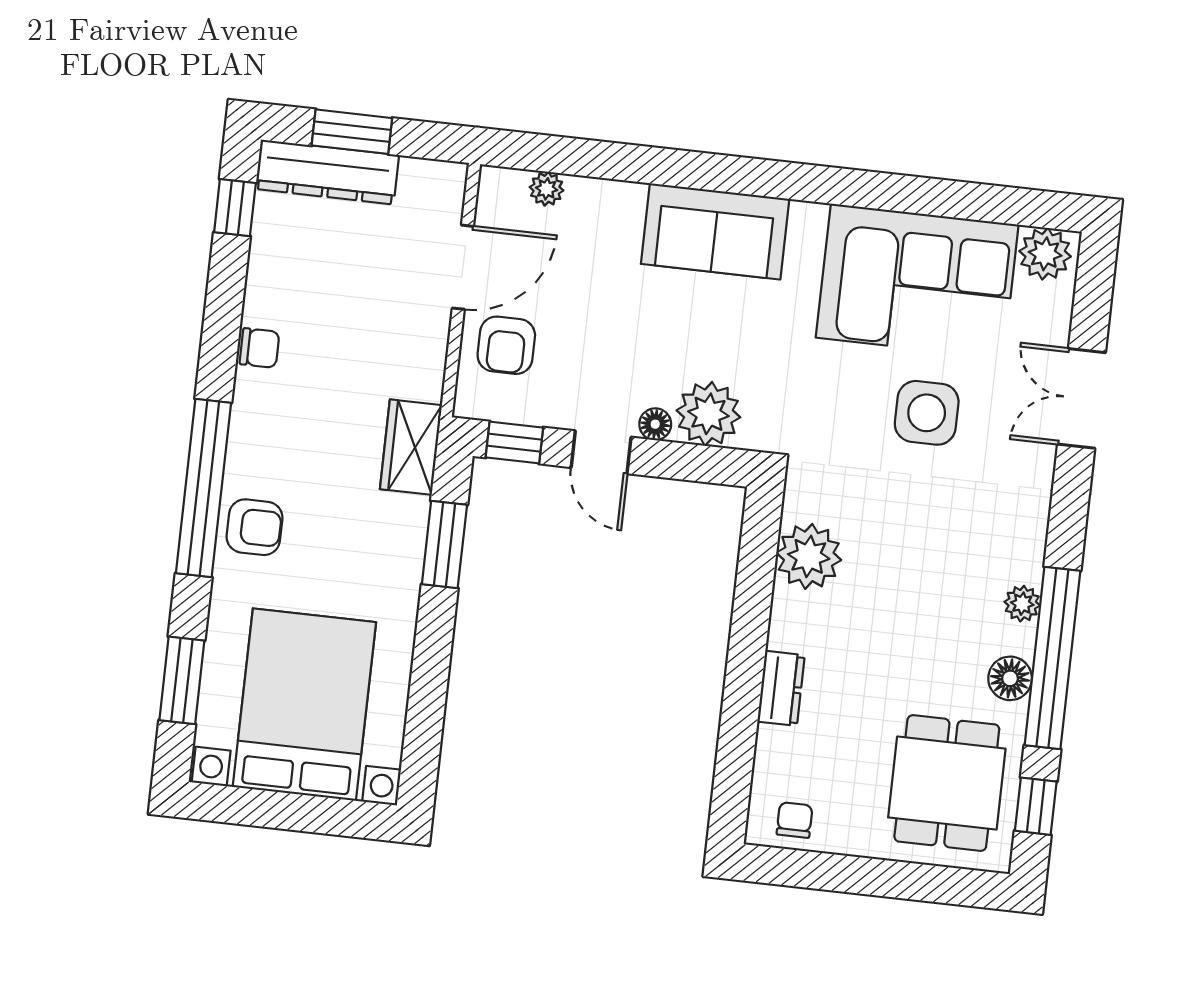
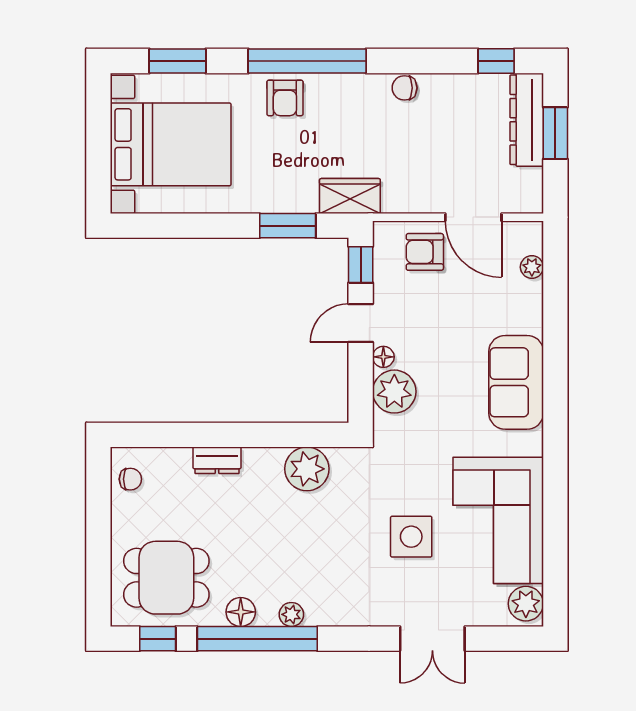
chair: (259, 348) -> (405, 88), turned 90
double door: (1082, 398) -> (432, 639), swing flipped

